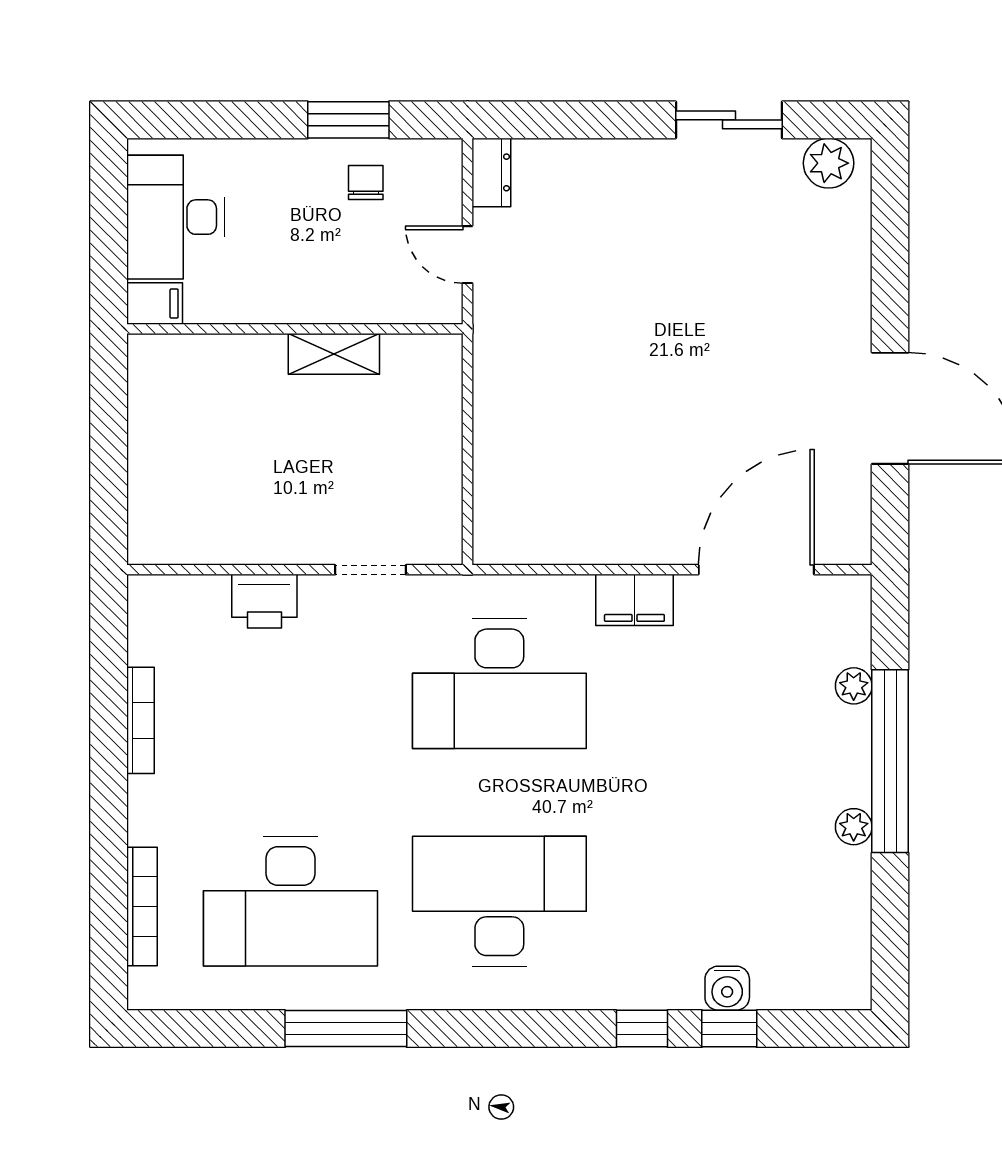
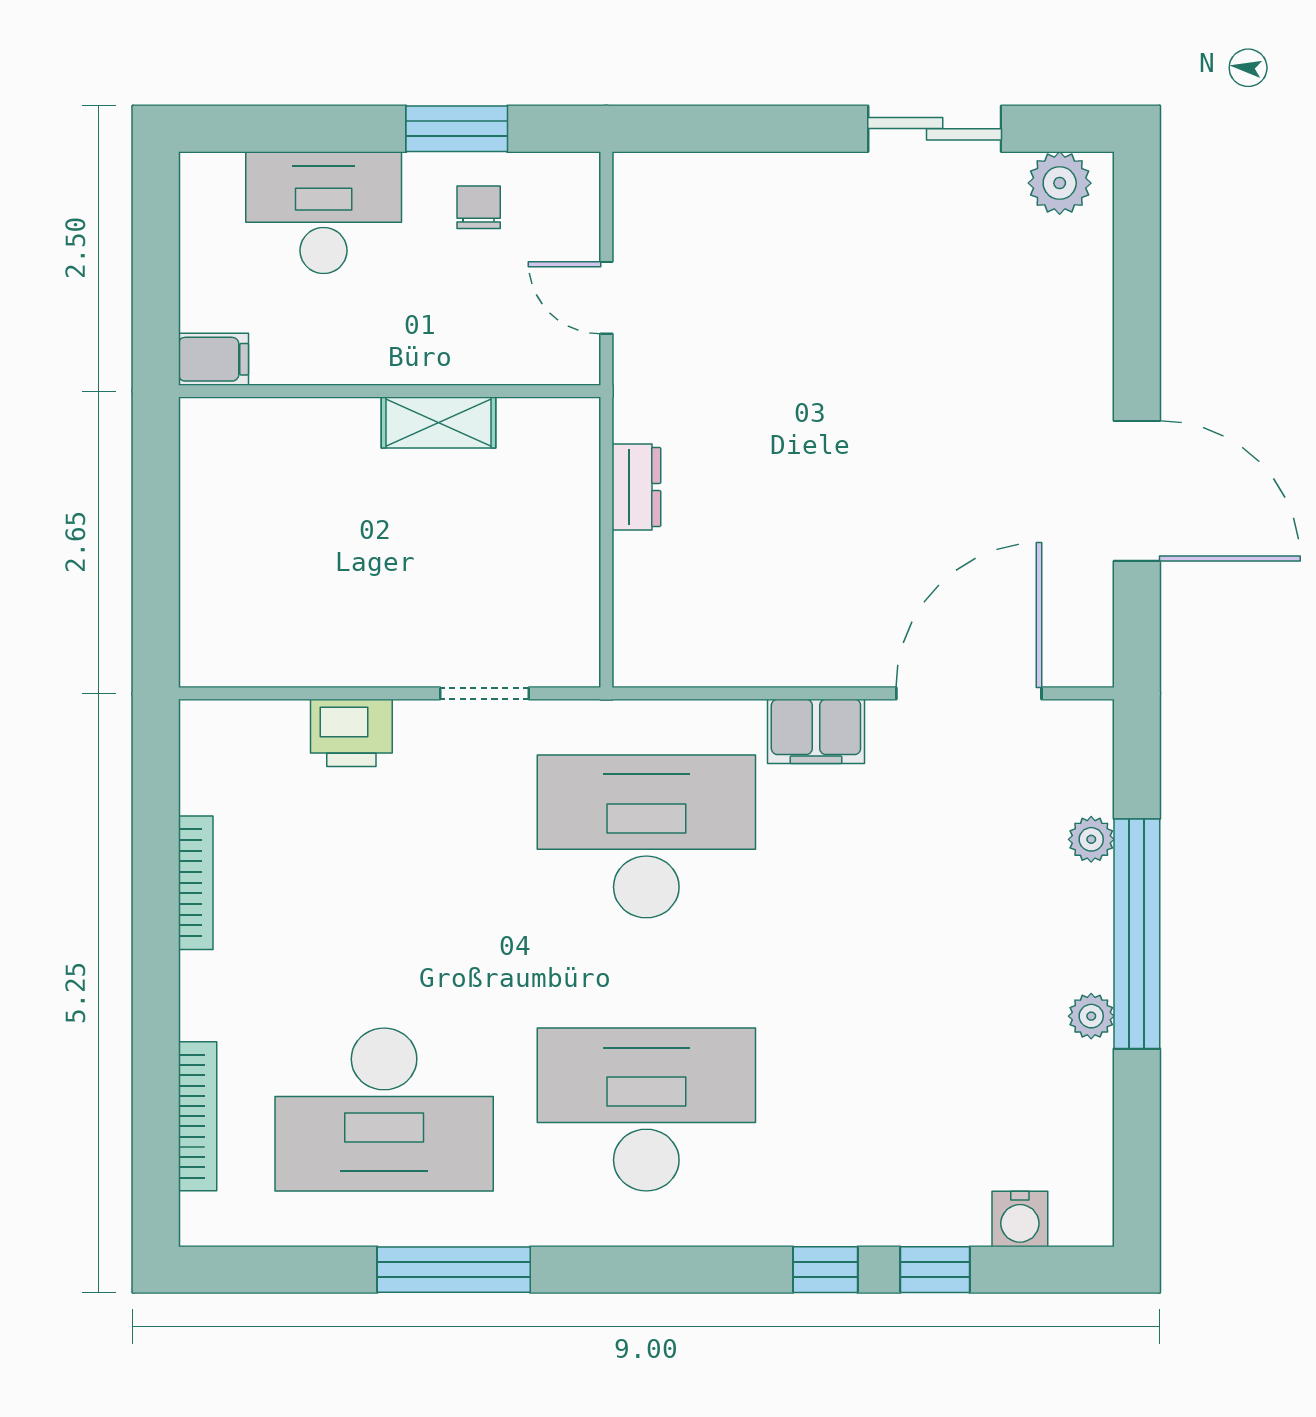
dresser: (491, 172) -> (636, 487), moved
desk: (175, 217) -> (324, 213), moved, turned 90
desk: (499, 684) -> (646, 836), turned 180
water cooler: (727, 988) -> (1020, 1219), moved

